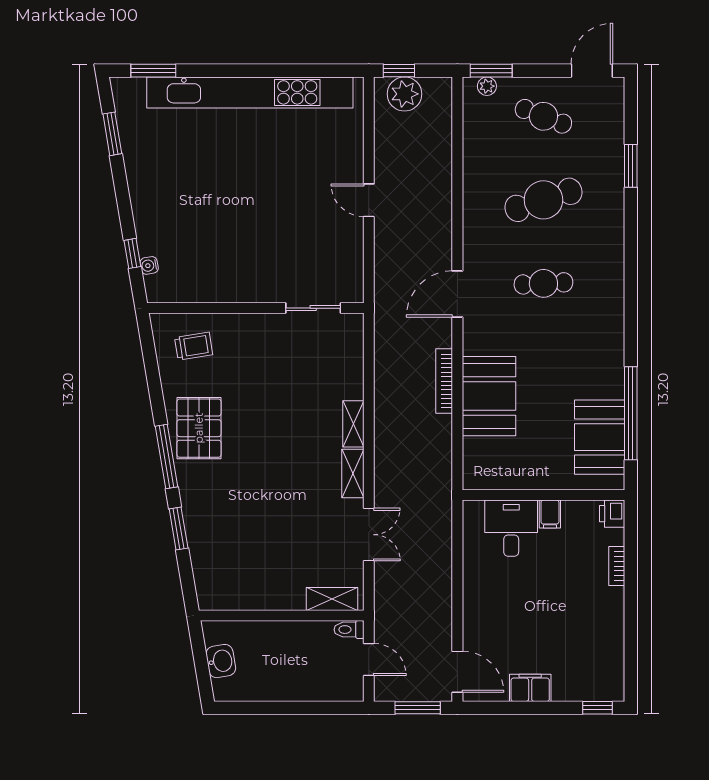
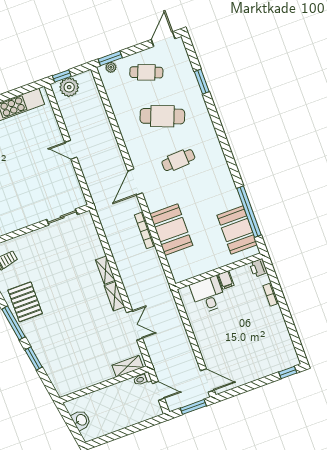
cafe table: (543, 200) -> (162, 116), turned 39
filing cabinet: (530, 688) -> (249, 375), removed

